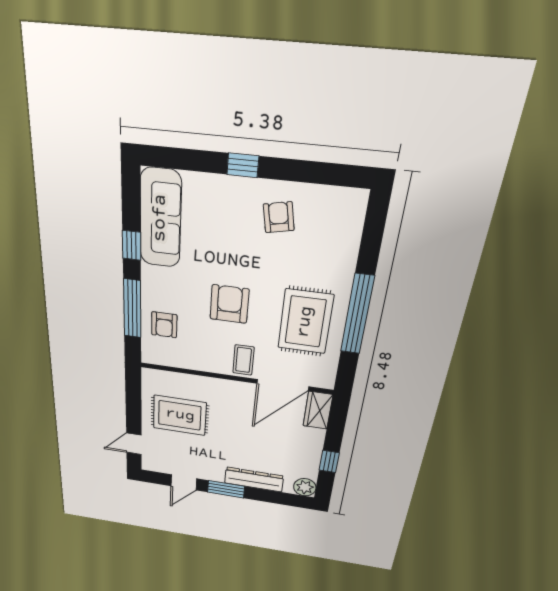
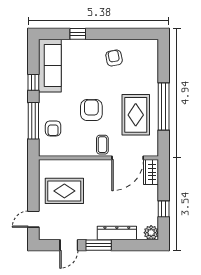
window: (243, 165) -> (78, 34), moved

